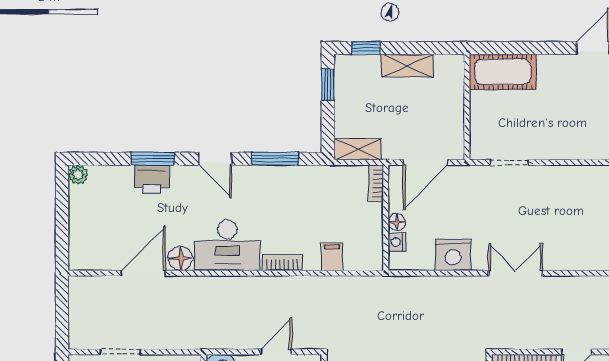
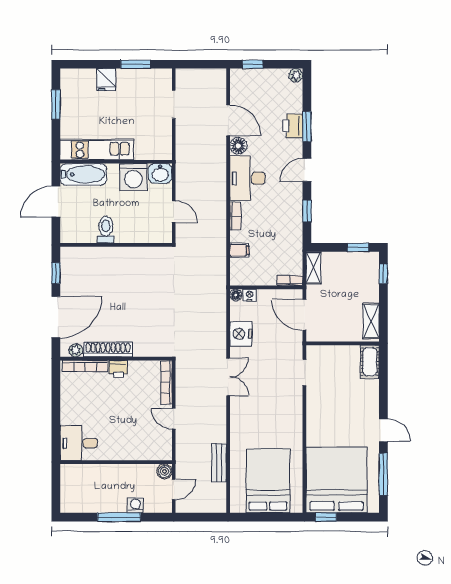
shelving: (407, 66) -> (371, 321), moved
cot: (503, 72) -> (370, 362), width x0.73, depth x0.75
window: (275, 159) -> (307, 211), width x0.67
floor lamp: (397, 222) -> (236, 295), moved
window: (62, 237) -> (253, 64), added

